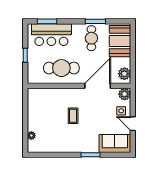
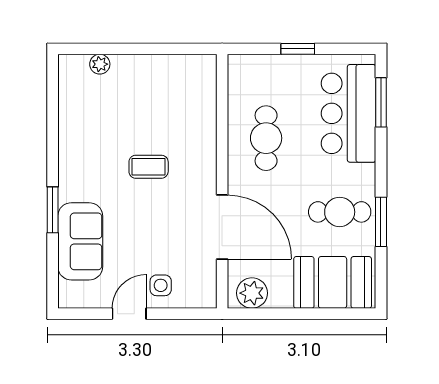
cafe table: (61, 68) -> (266, 138), width x0.73, depth x0.74
plant: (125, 94) -> (202, 294), removed
sofa: (115, 143) -> (80, 241), moved

